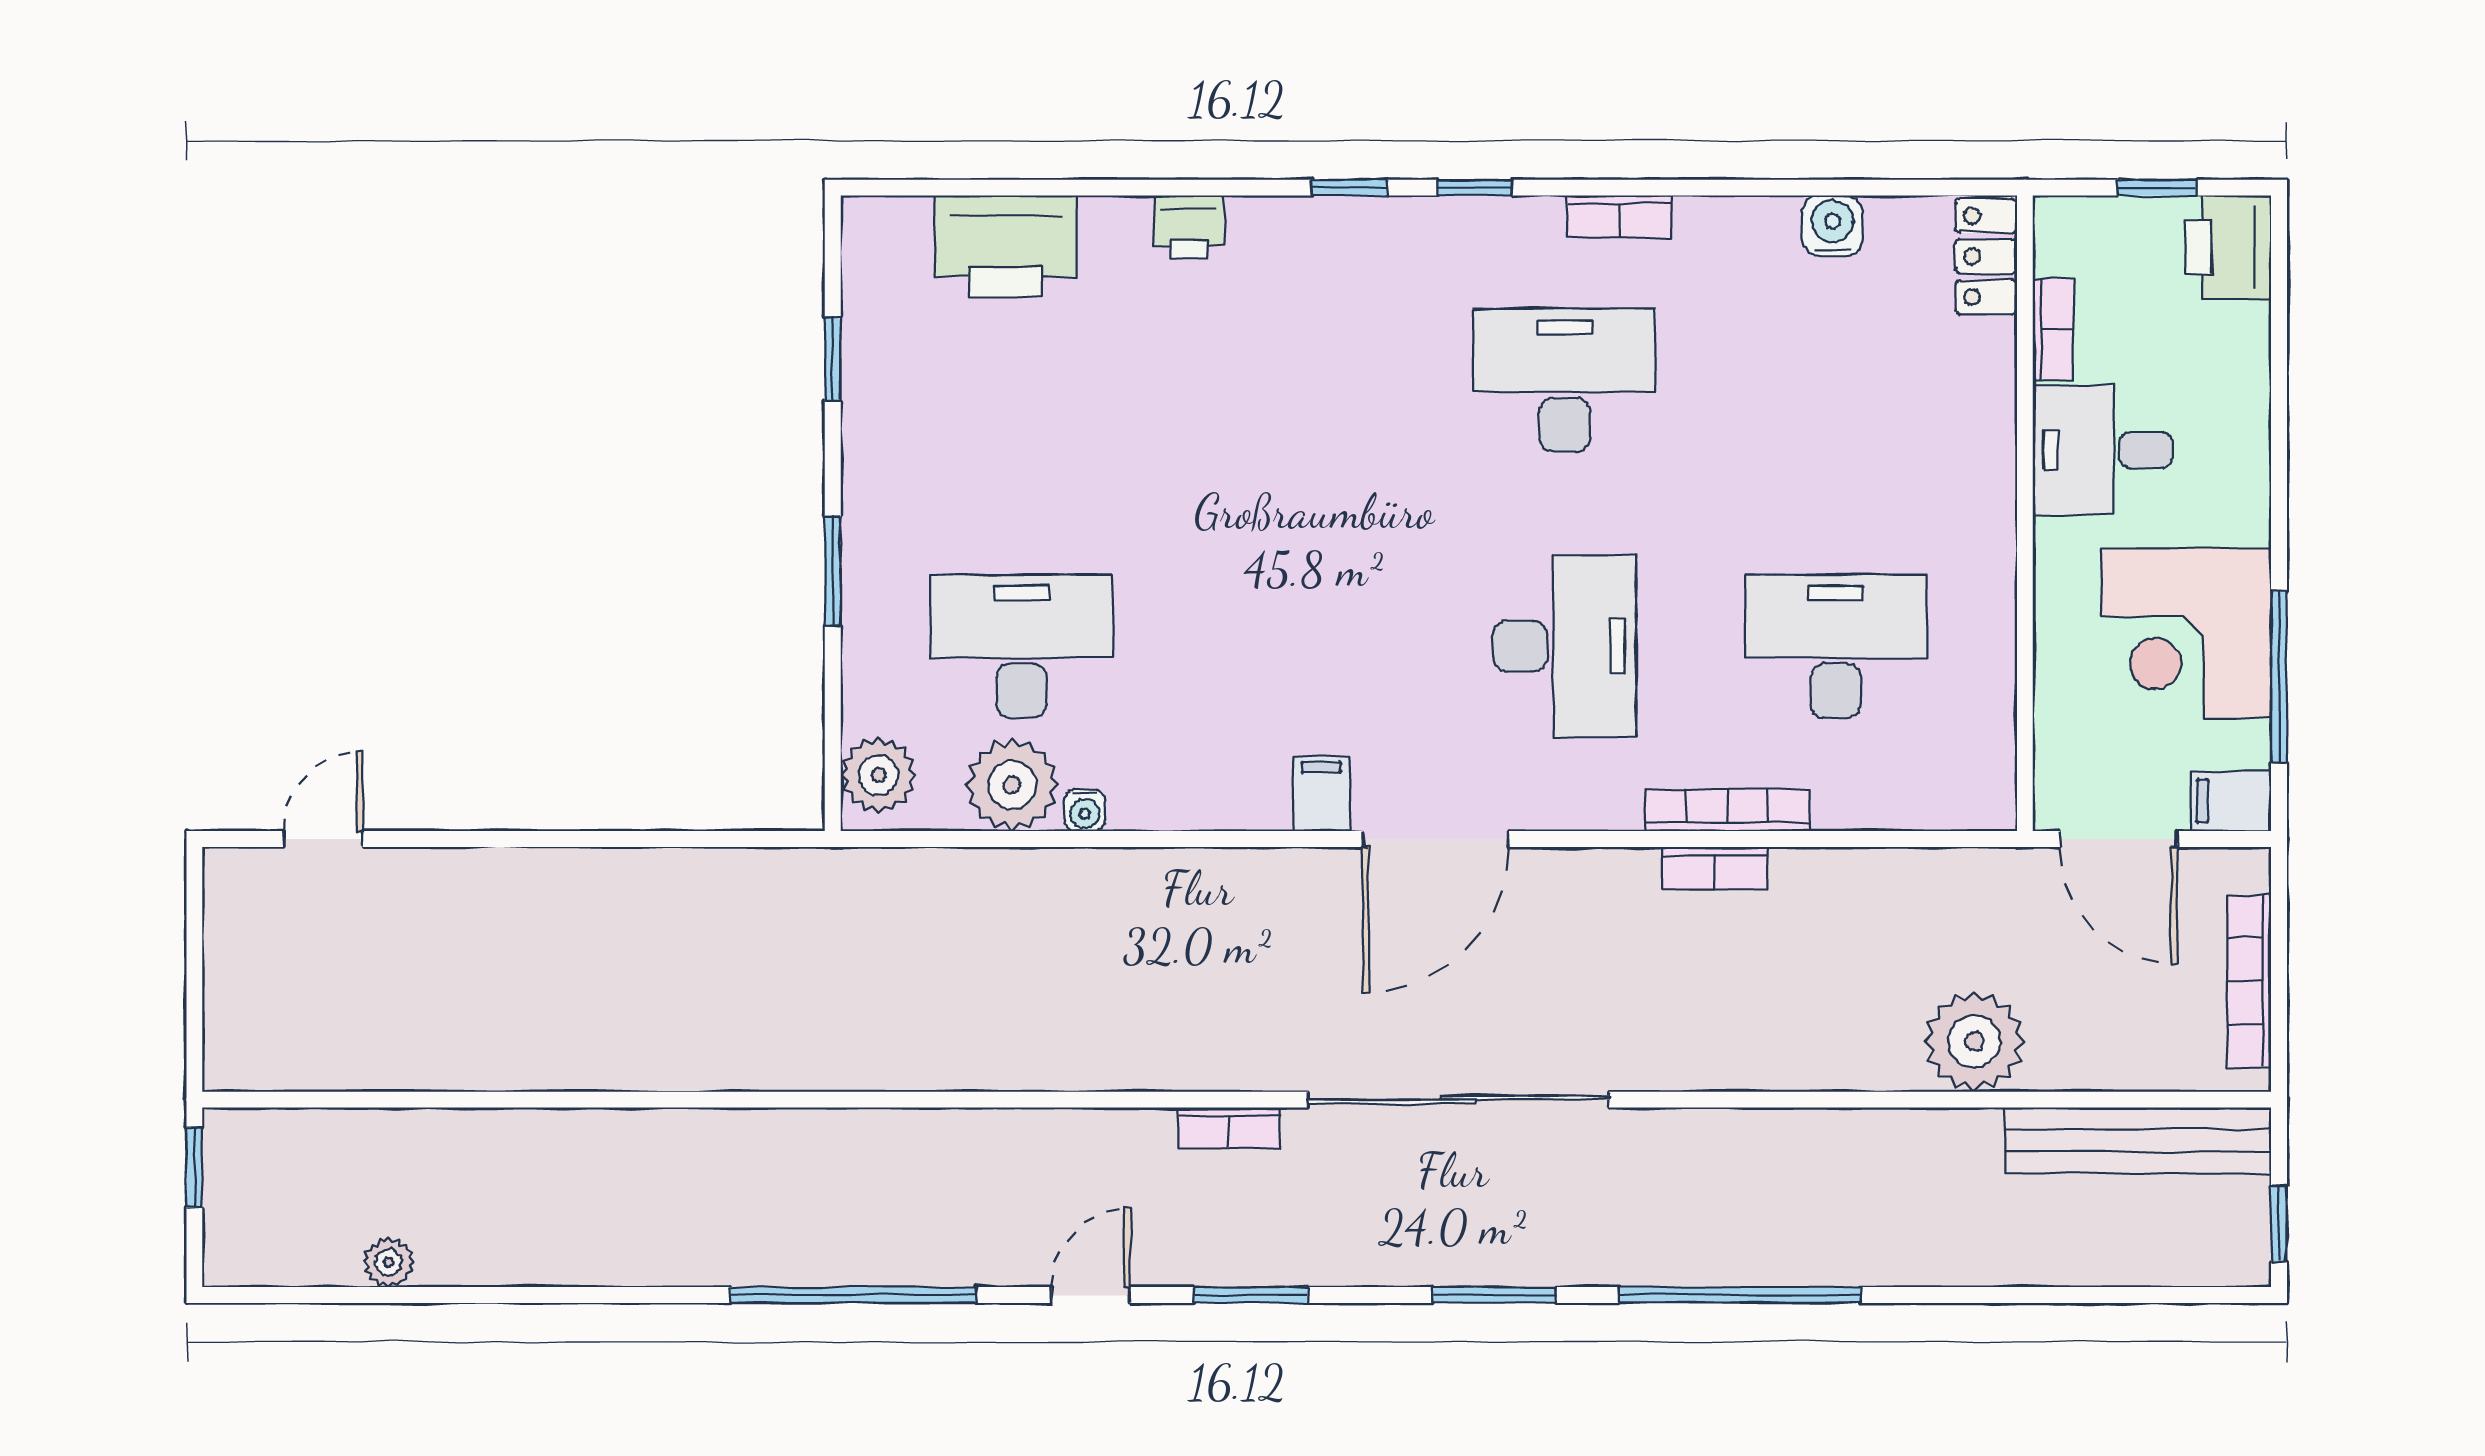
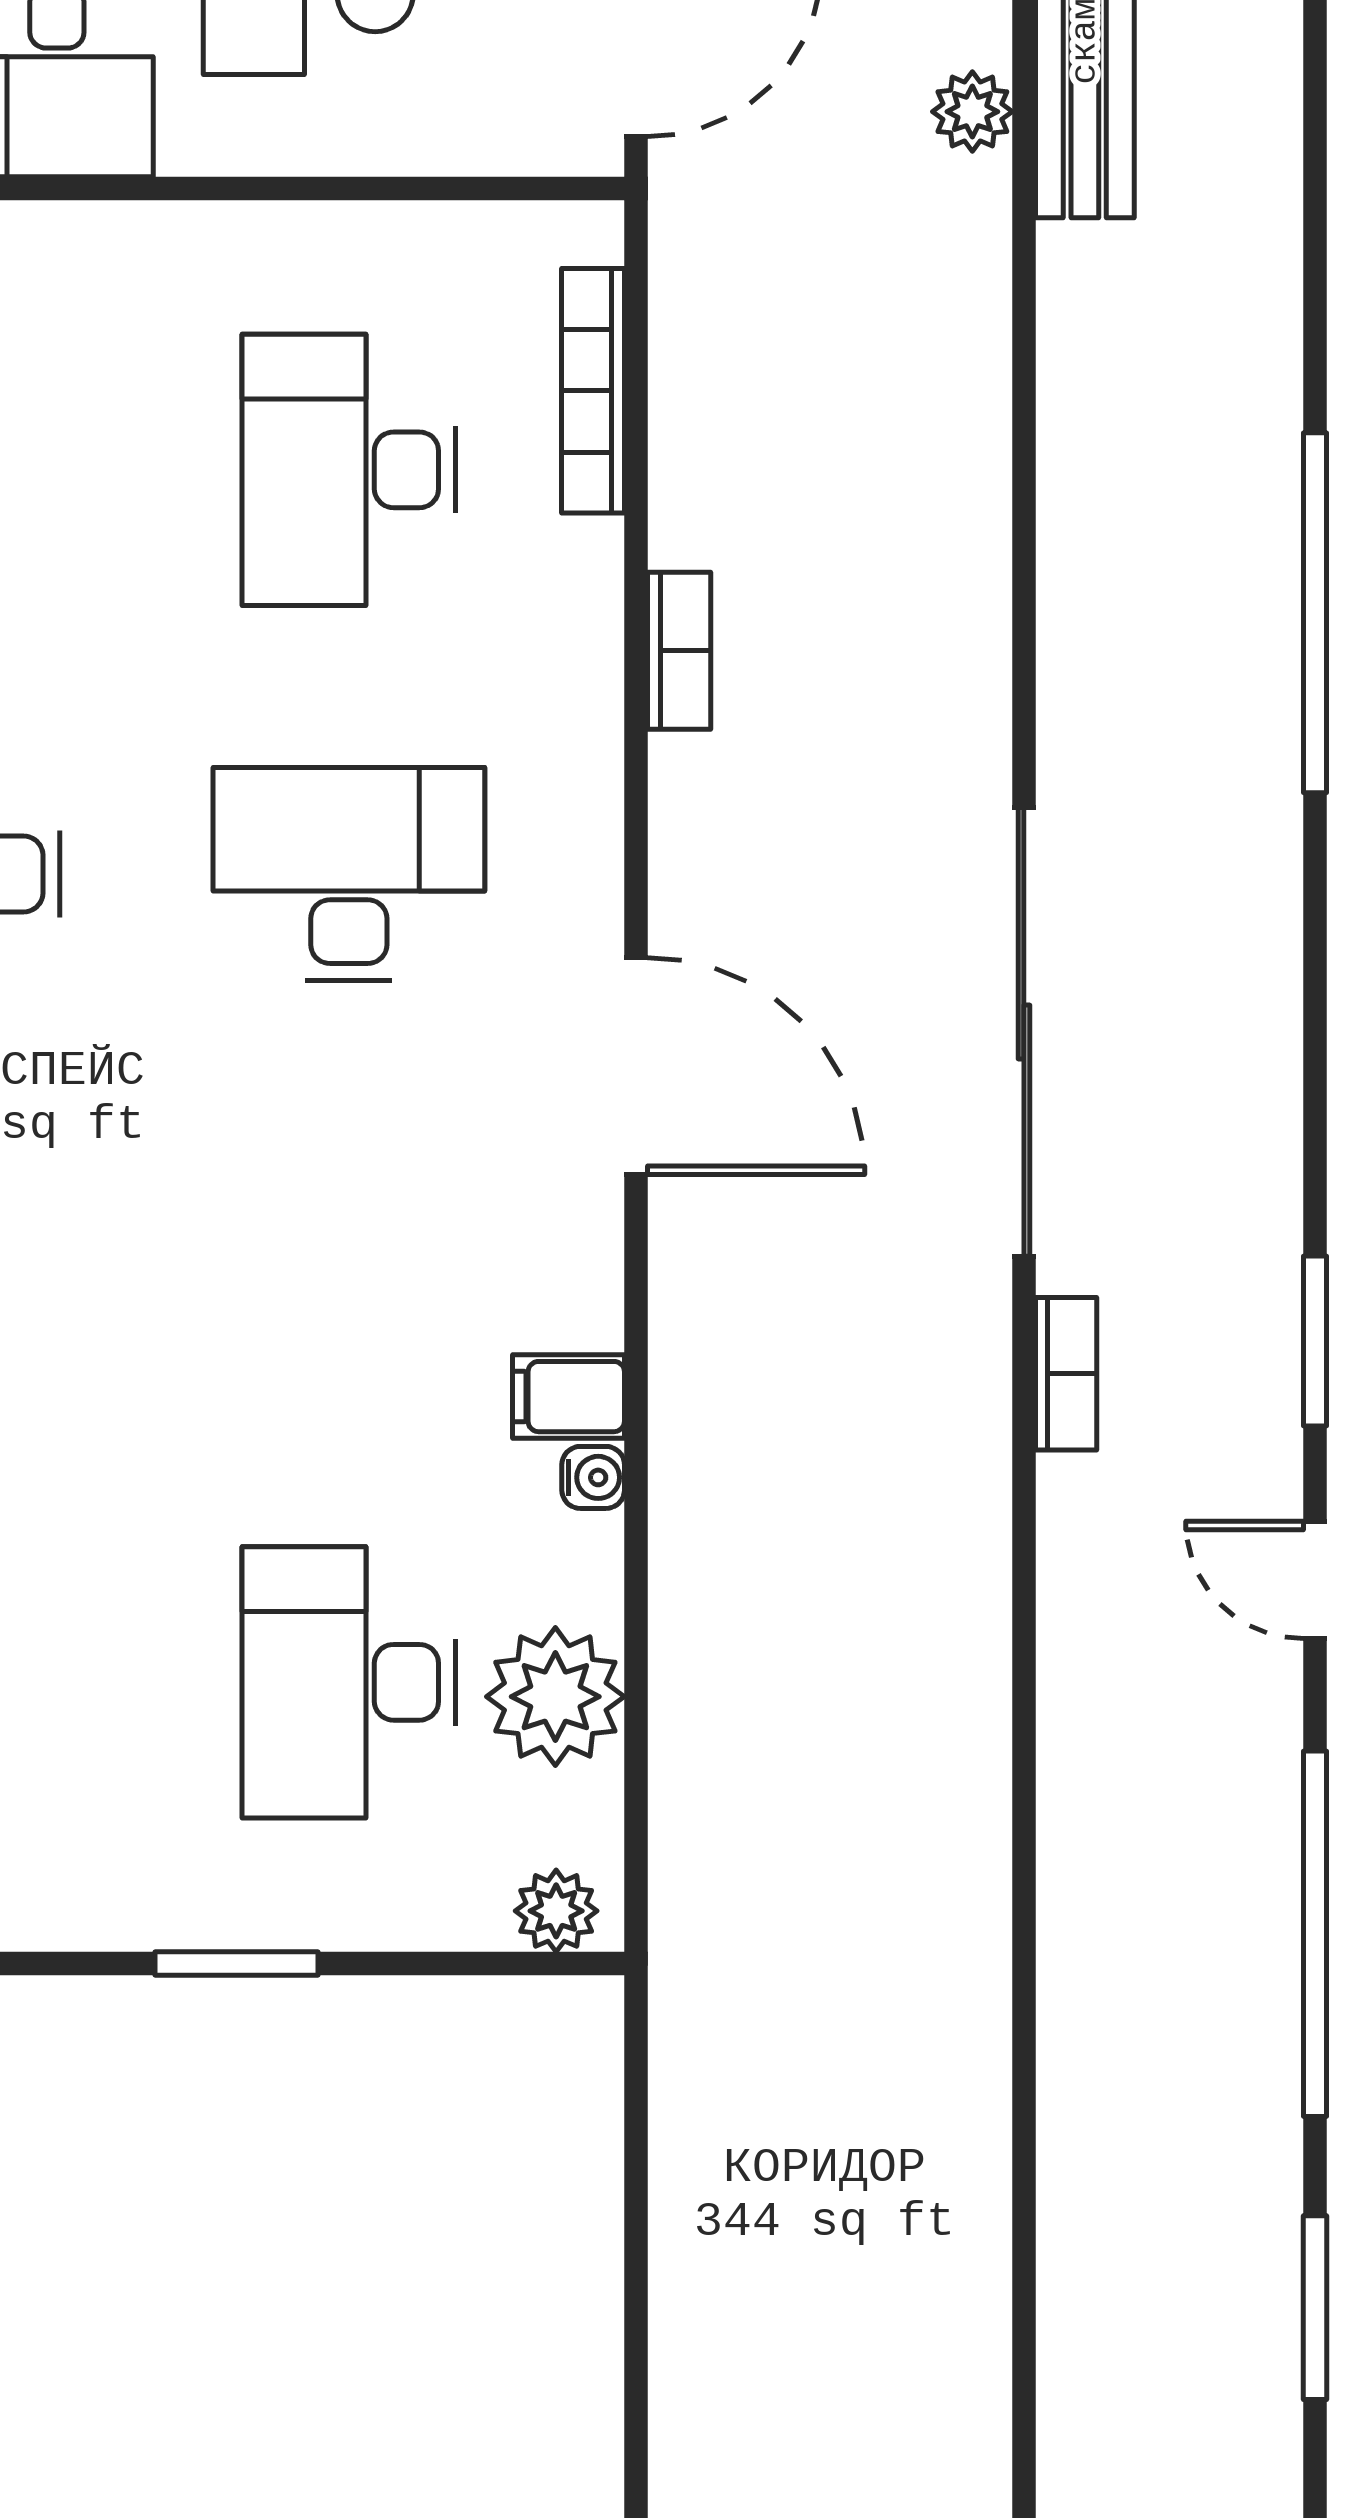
plant: (878, 775) -> (556, 1911), width x0.73, depth x0.73
filing cabinet: (1321, 794) -> (568, 1397), moved
water cooler: (1085, 810) -> (593, 1477), moved
bookcase: (1728, 810) -> (593, 391), moved
plant: (1974, 1041) -> (972, 112), moved, width x0.53, depth x0.53
window: (1494, 1295) -> (1315, 2308), moved

